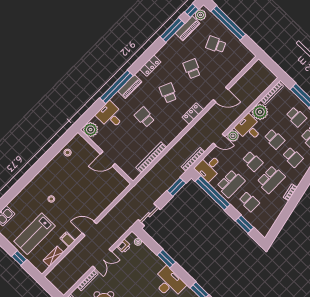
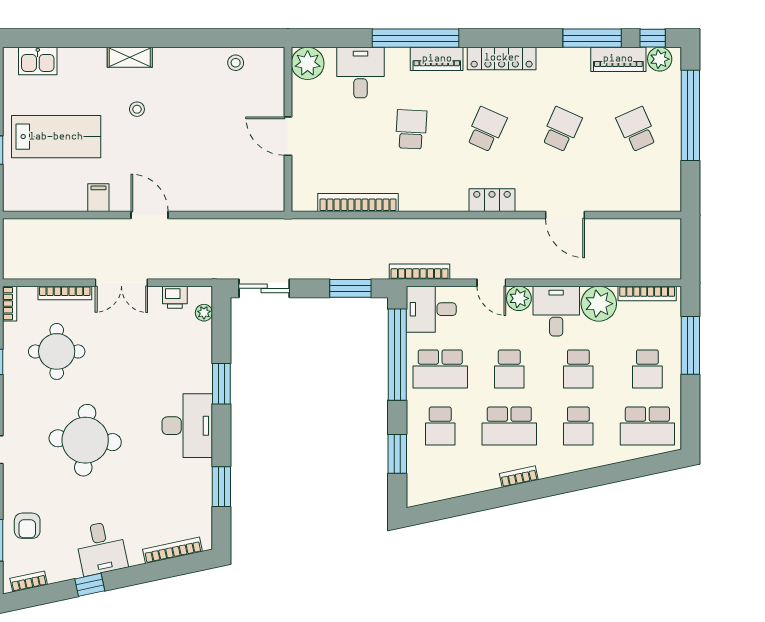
locker: (150, 66) -> (502, 58), width x1.53
lab bench: (35, 234) -> (56, 137), turned 180
shelving: (53, 256) -> (130, 57), moved

